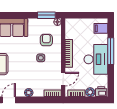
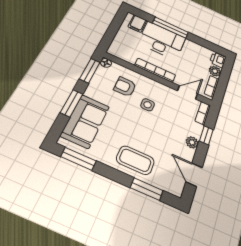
window: (19, 15) -> (72, 103), added
desk: (96, 59) -> (162, 40), moved
door: (63, 79) -> (188, 92), hinge flipped
window: (38, 100) -> (206, 135), added

